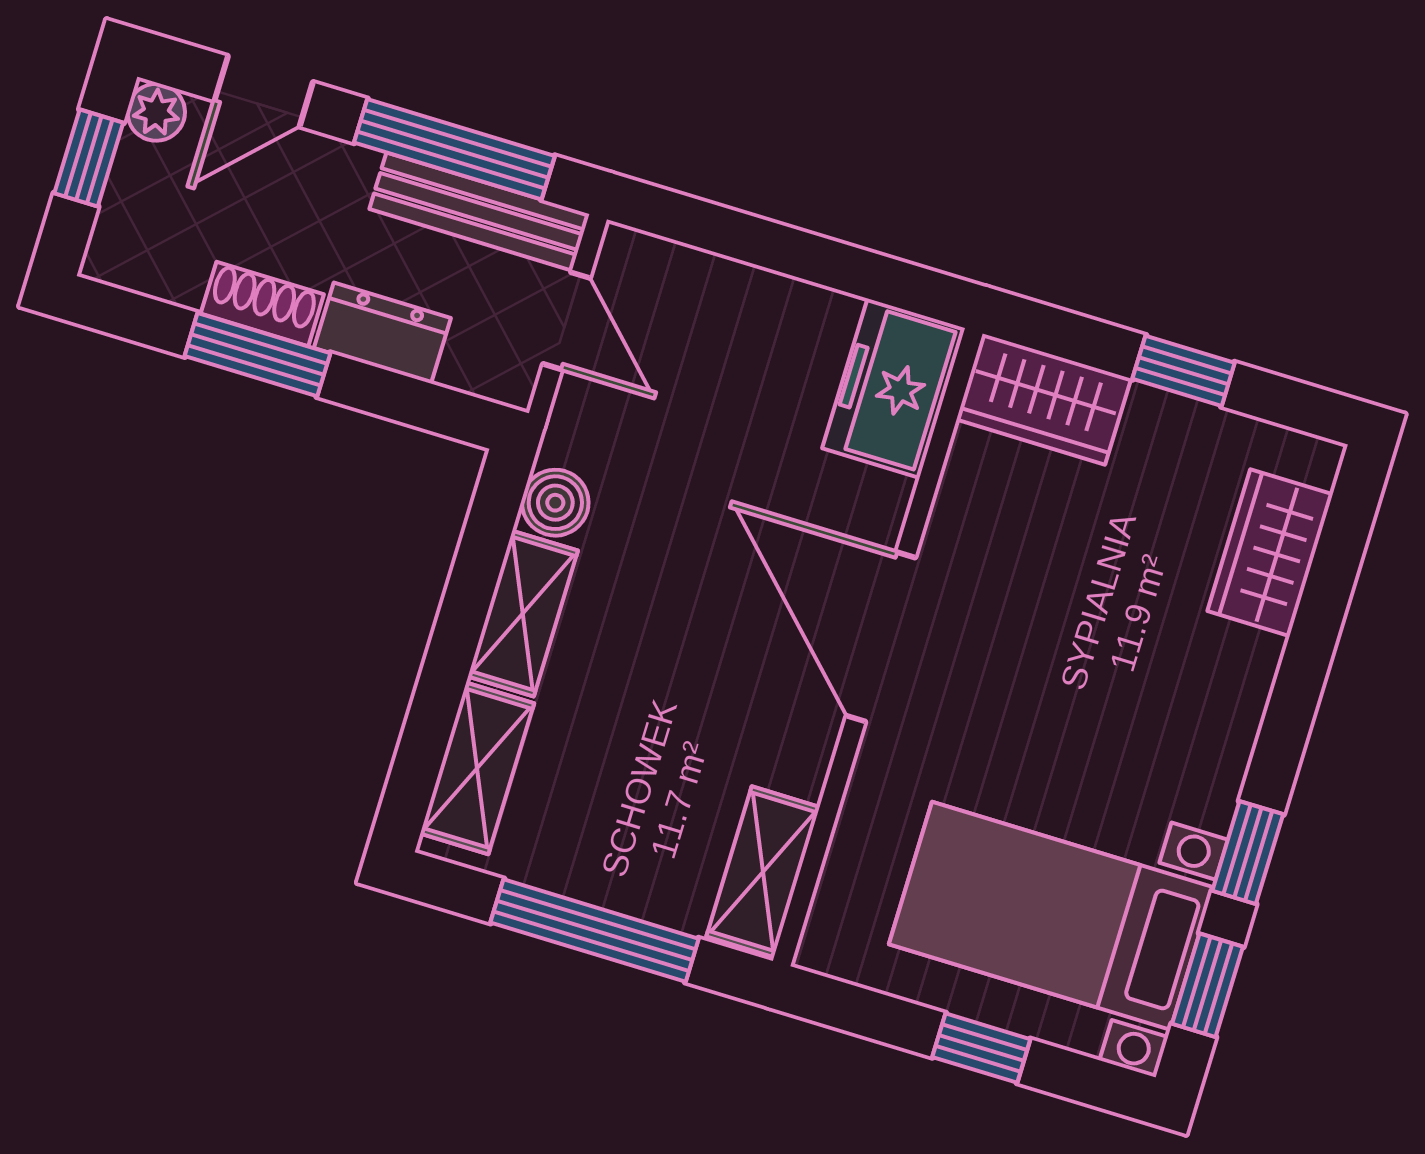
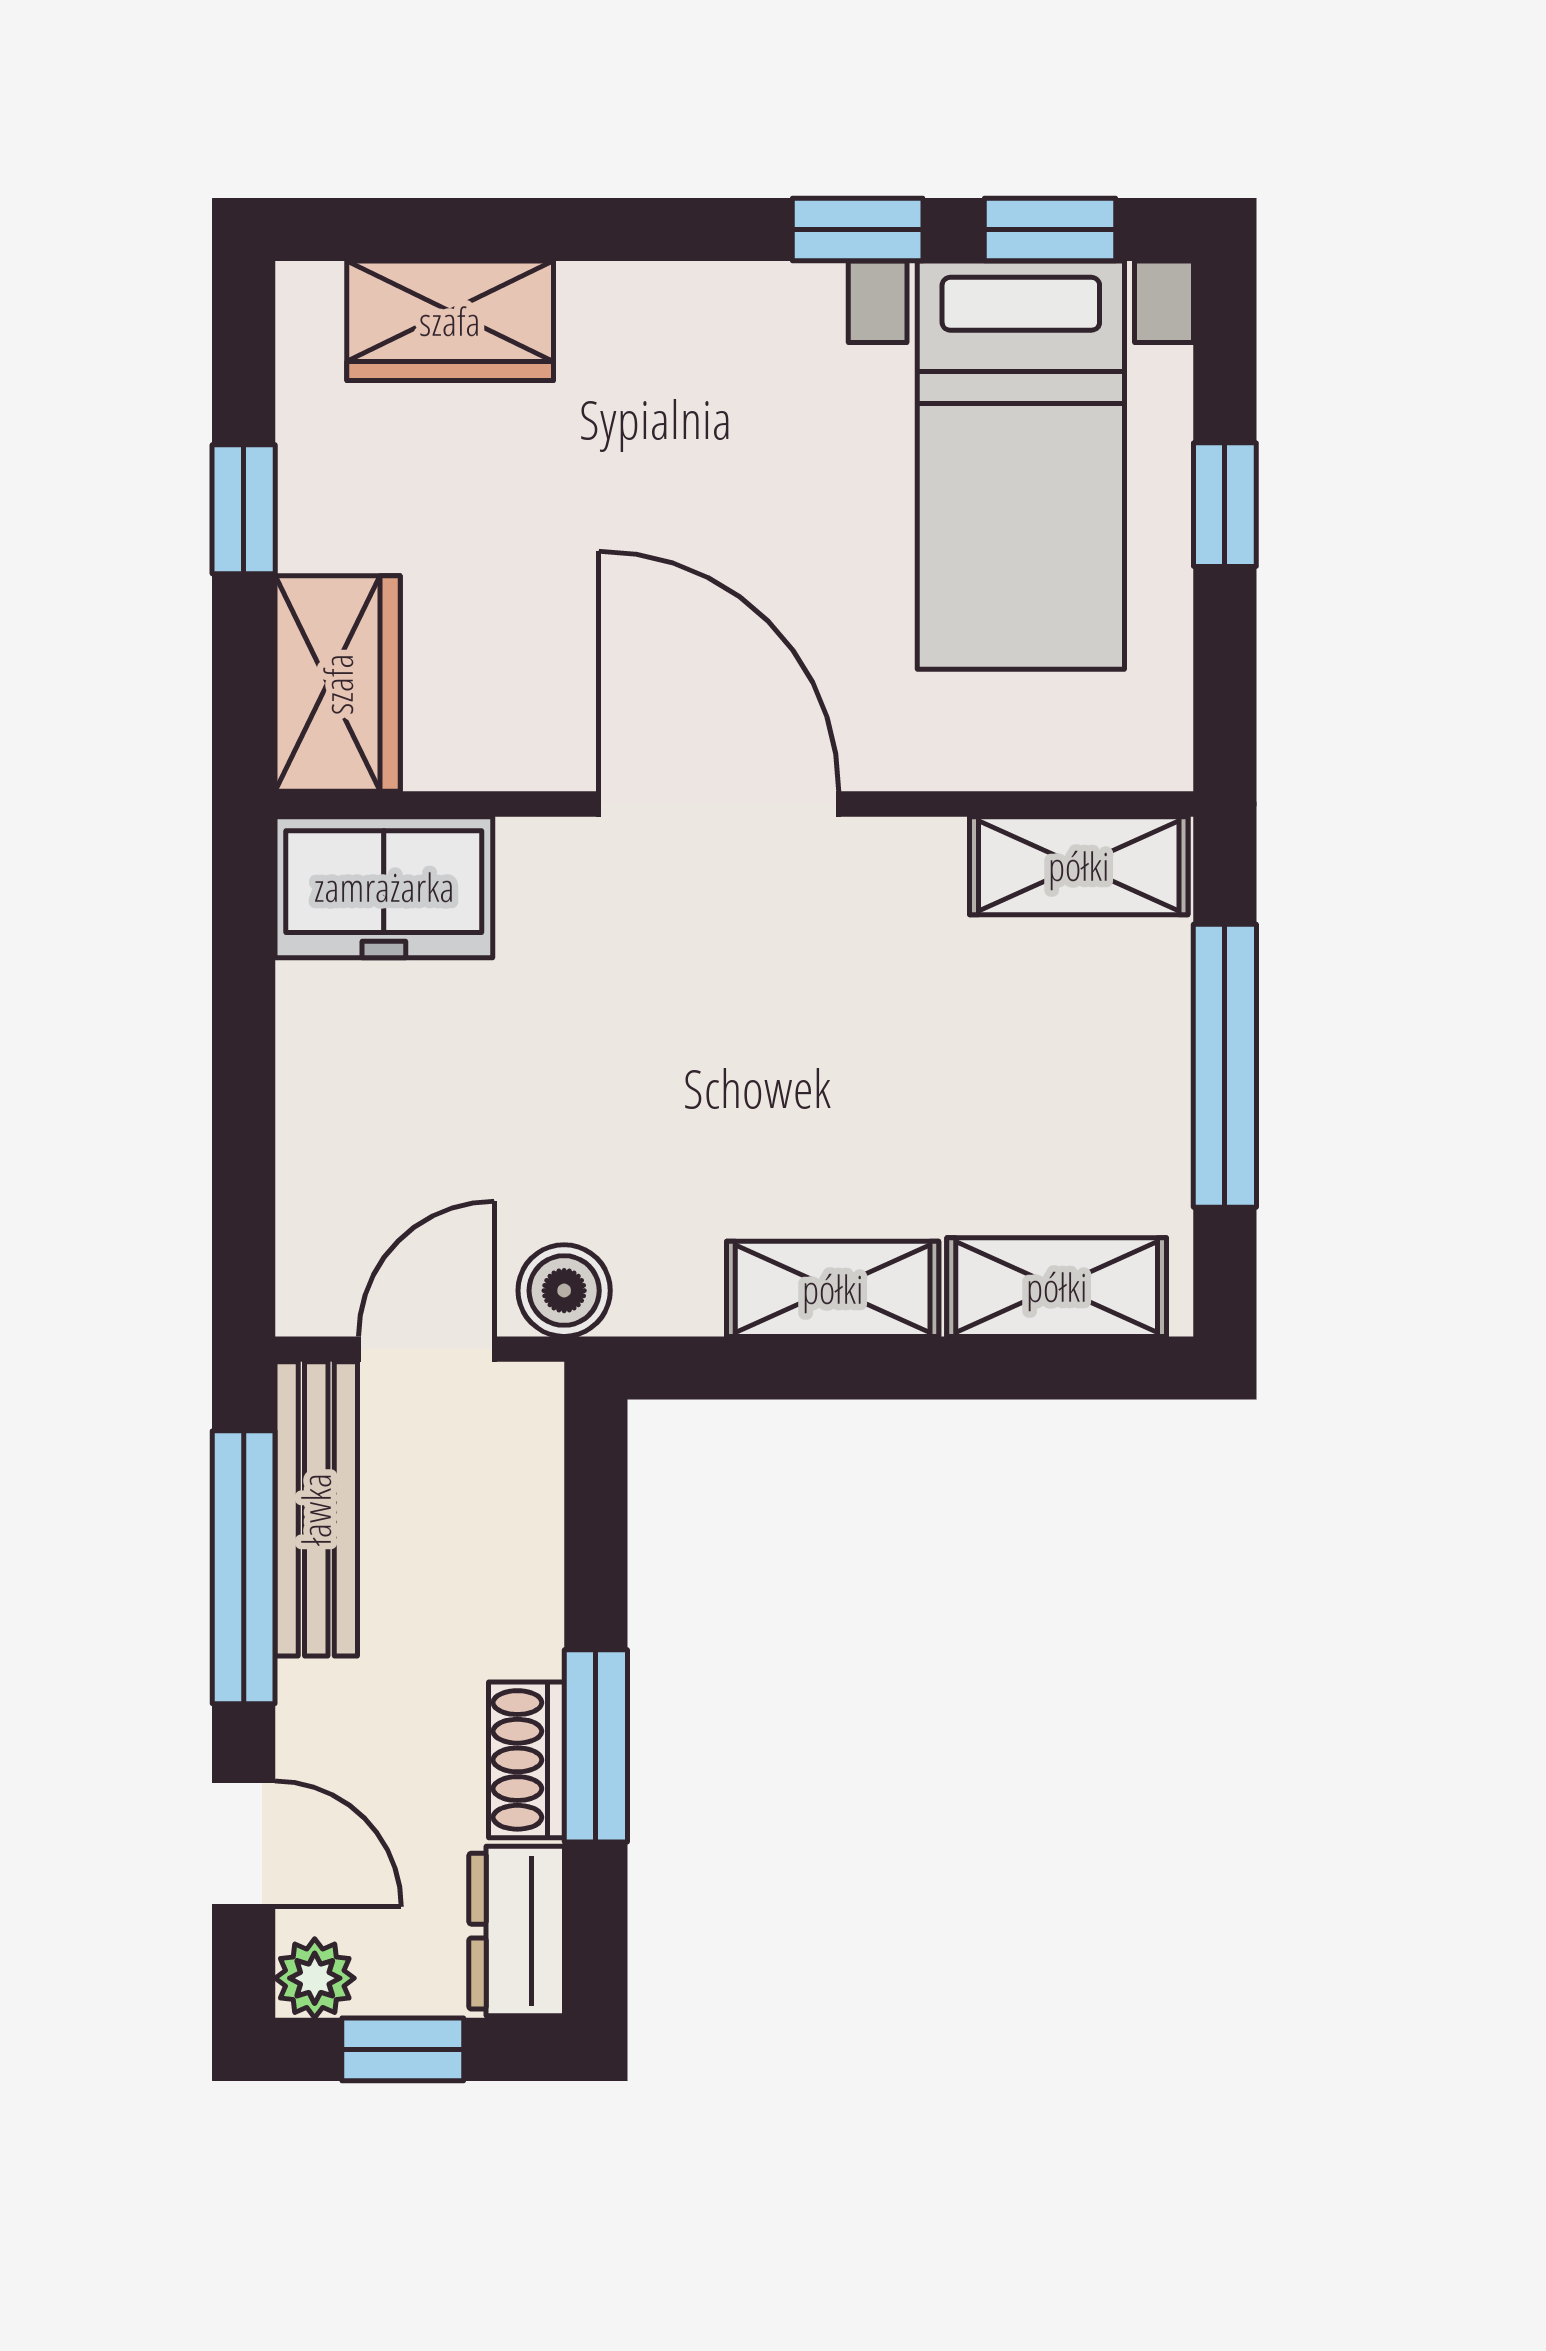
dresser: (382, 333) -> (517, 1931), moved
boiler: (555, 503) -> (564, 1291), moved
door: (881, 637) -> (719, 804), swing flipped

